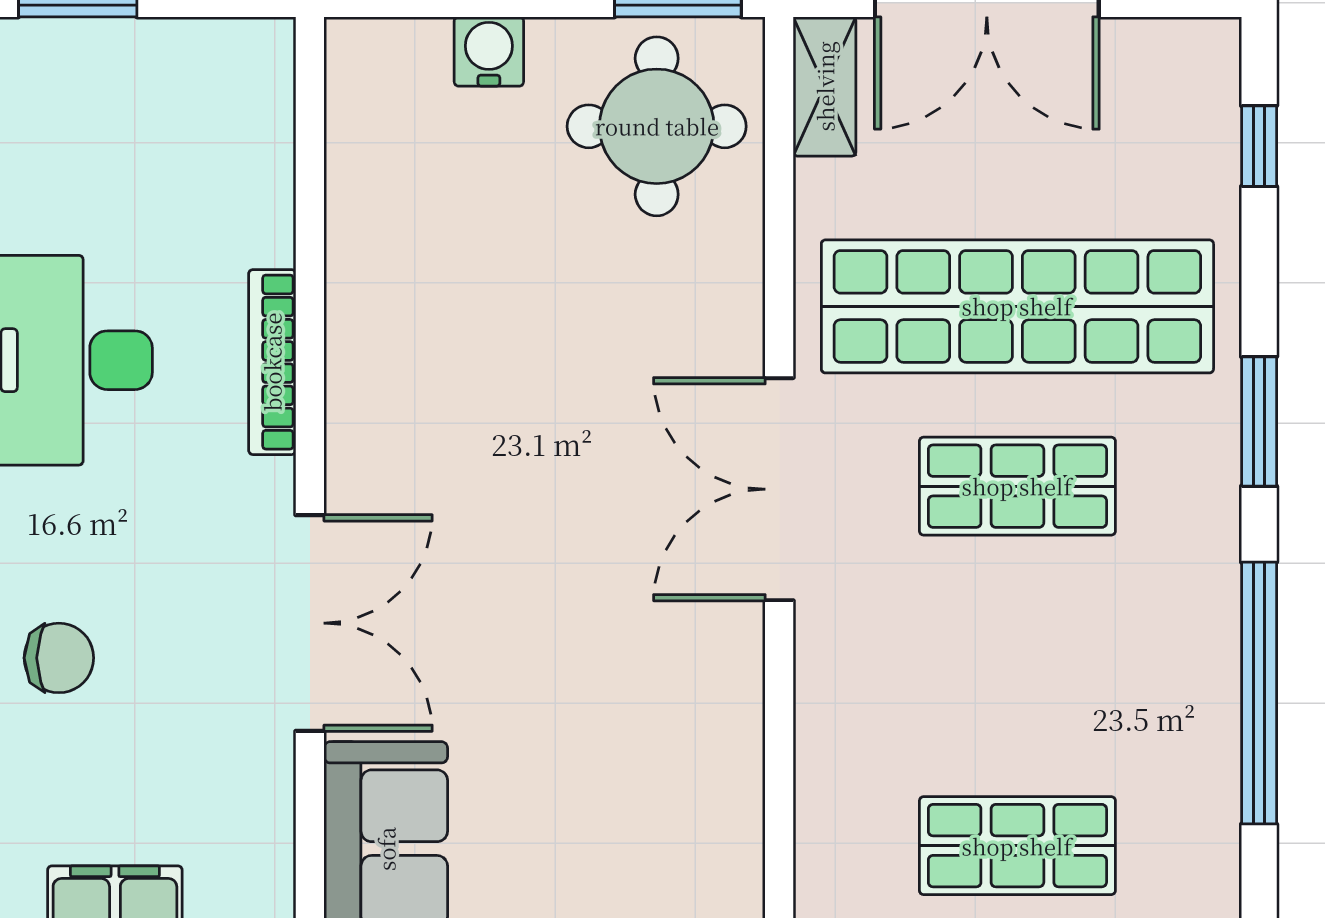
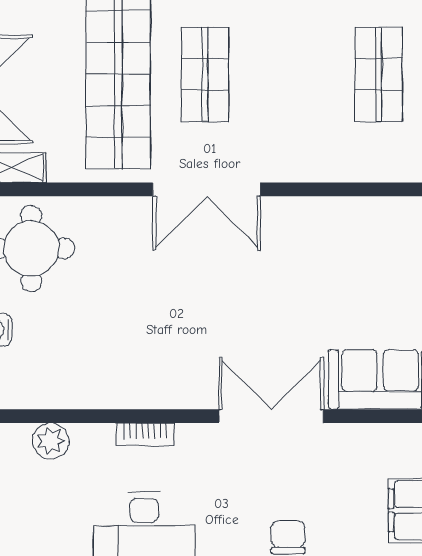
plant: (258, 166) -> (51, 441), added
bookcase: (272, 362) -> (145, 434), width x0.64

